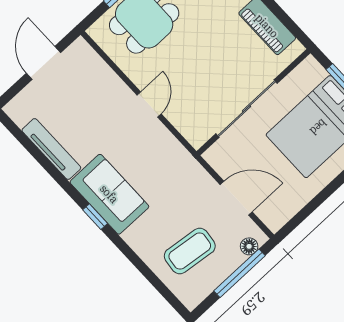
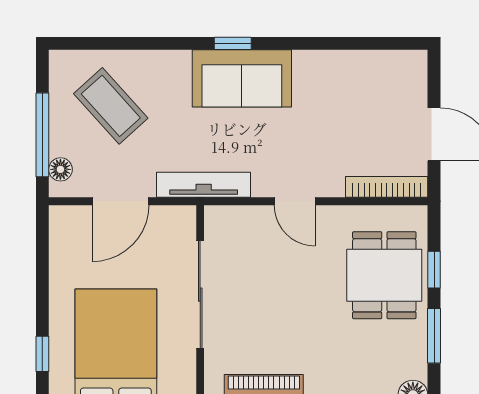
bookcase: (95, 62) -> (387, 187), added
tv unit: (51, 149) -> (204, 185), moved, turned 180
coffee table: (190, 251) -> (111, 106), turned -49

